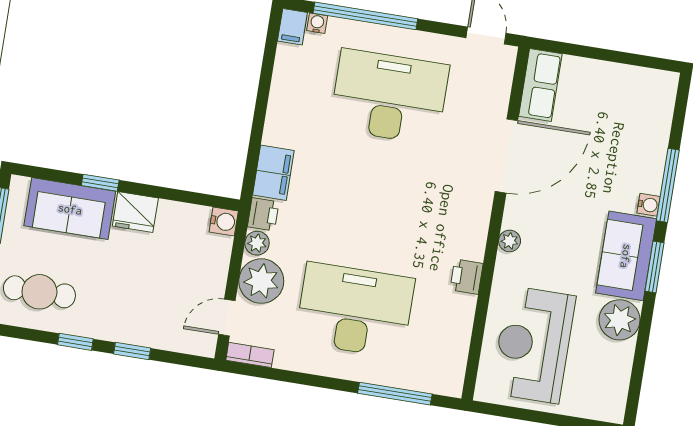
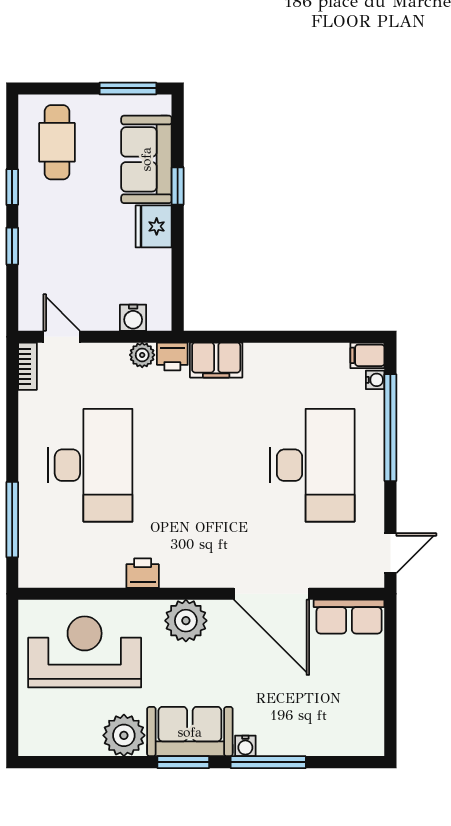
water cooler: (224, 221) -> (133, 318), moved
plant: (510, 241) -> (186, 621), width x1.88, depth x1.88
plant: (261, 281) -> (104, 366), removed

